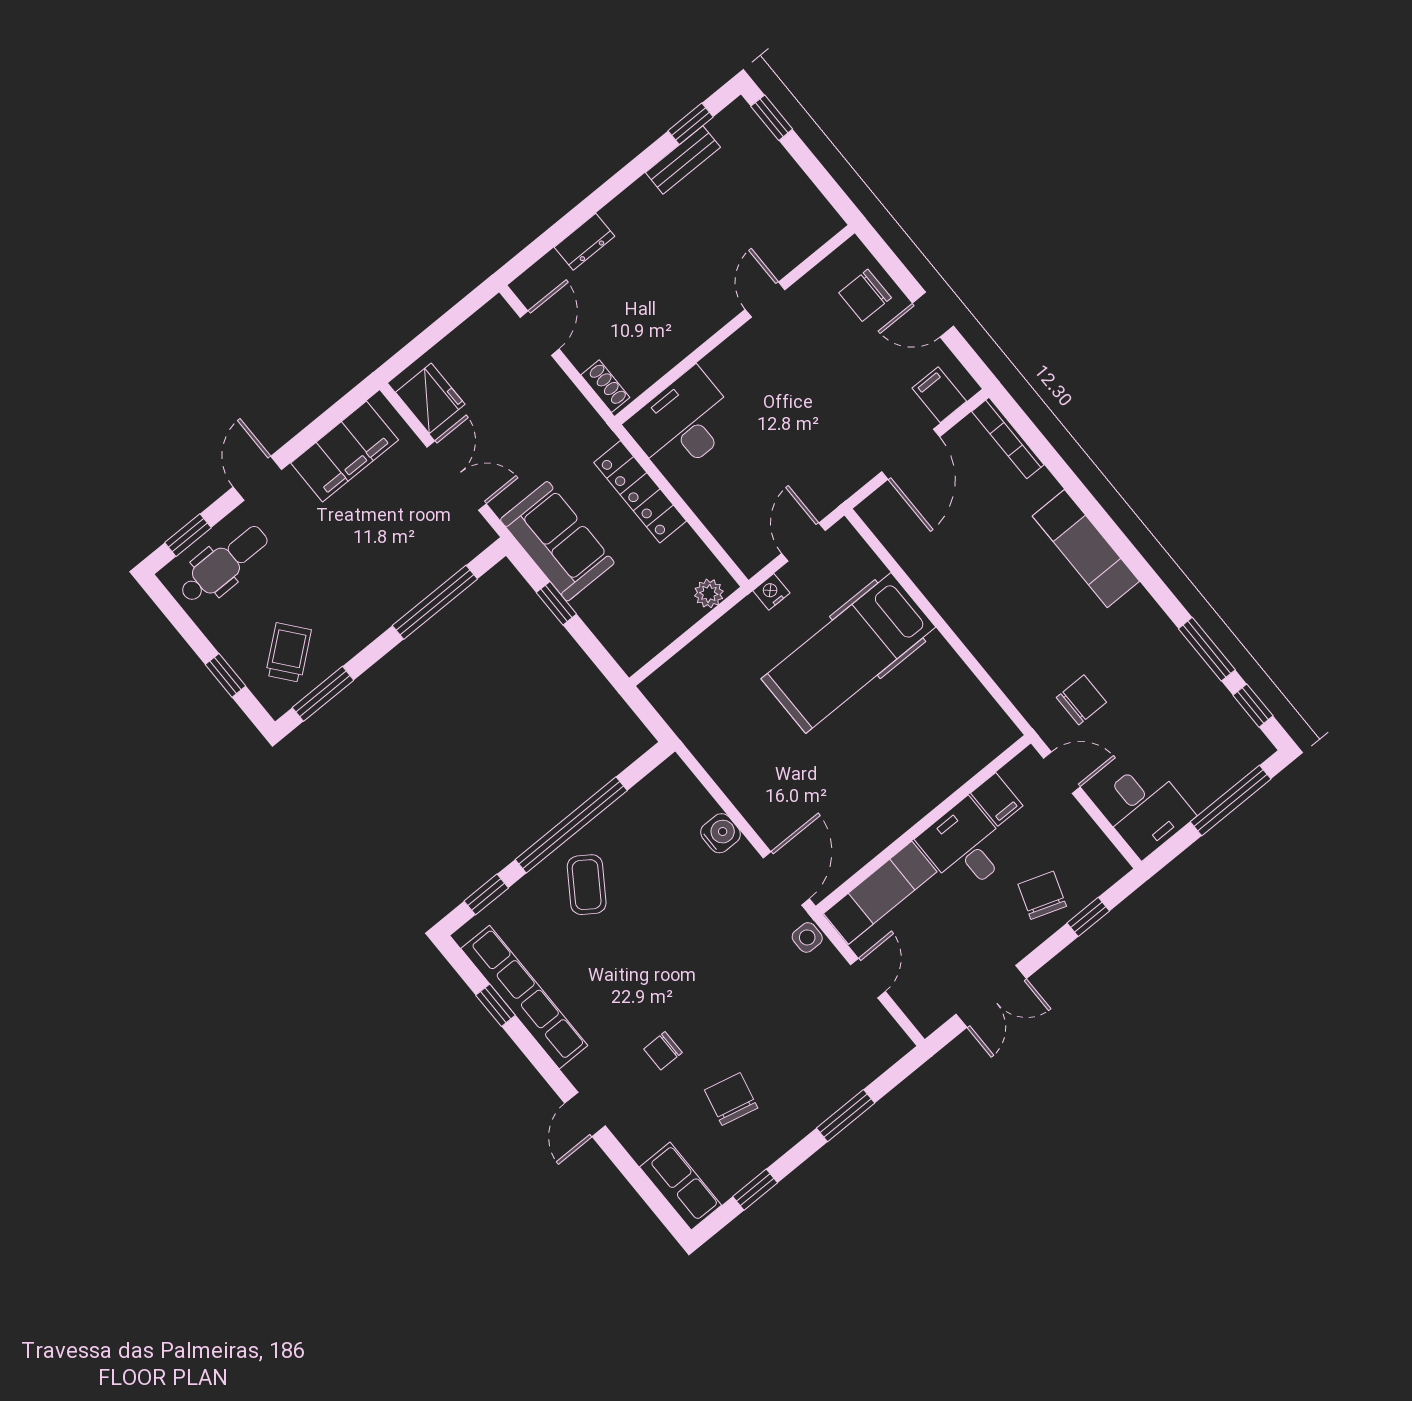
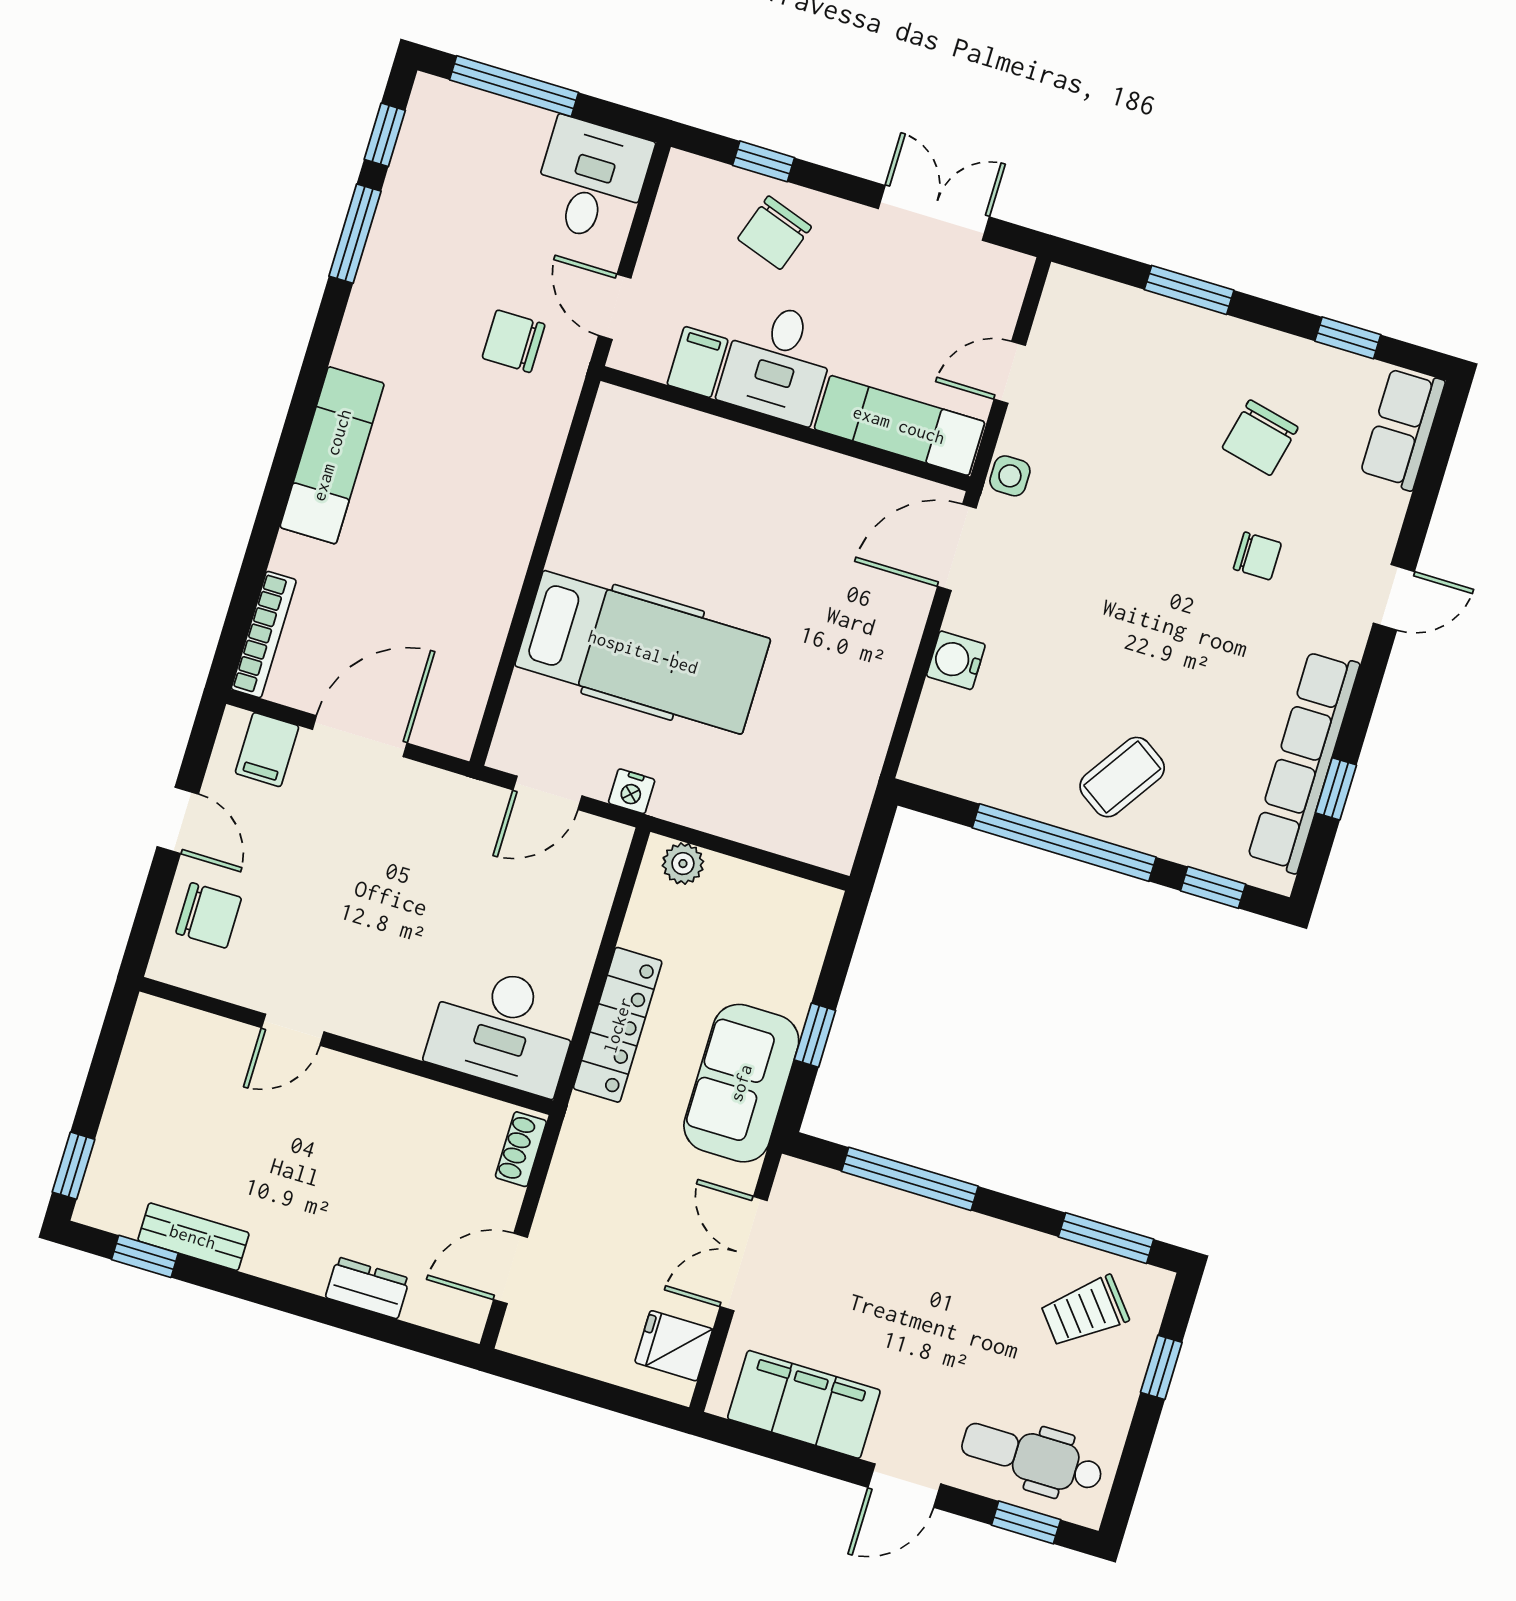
fridge: (430, 398) -> (674, 1346), width x0.72

